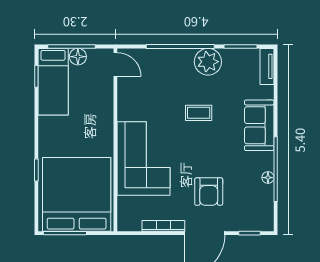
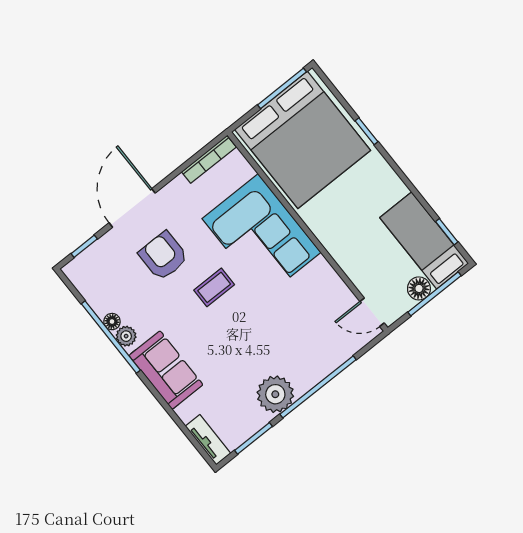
coffee table: (199, 113) -> (214, 287), moved
plant: (267, 163) -> (126, 336), added
bookcase: (163, 226) -> (209, 159), moved

